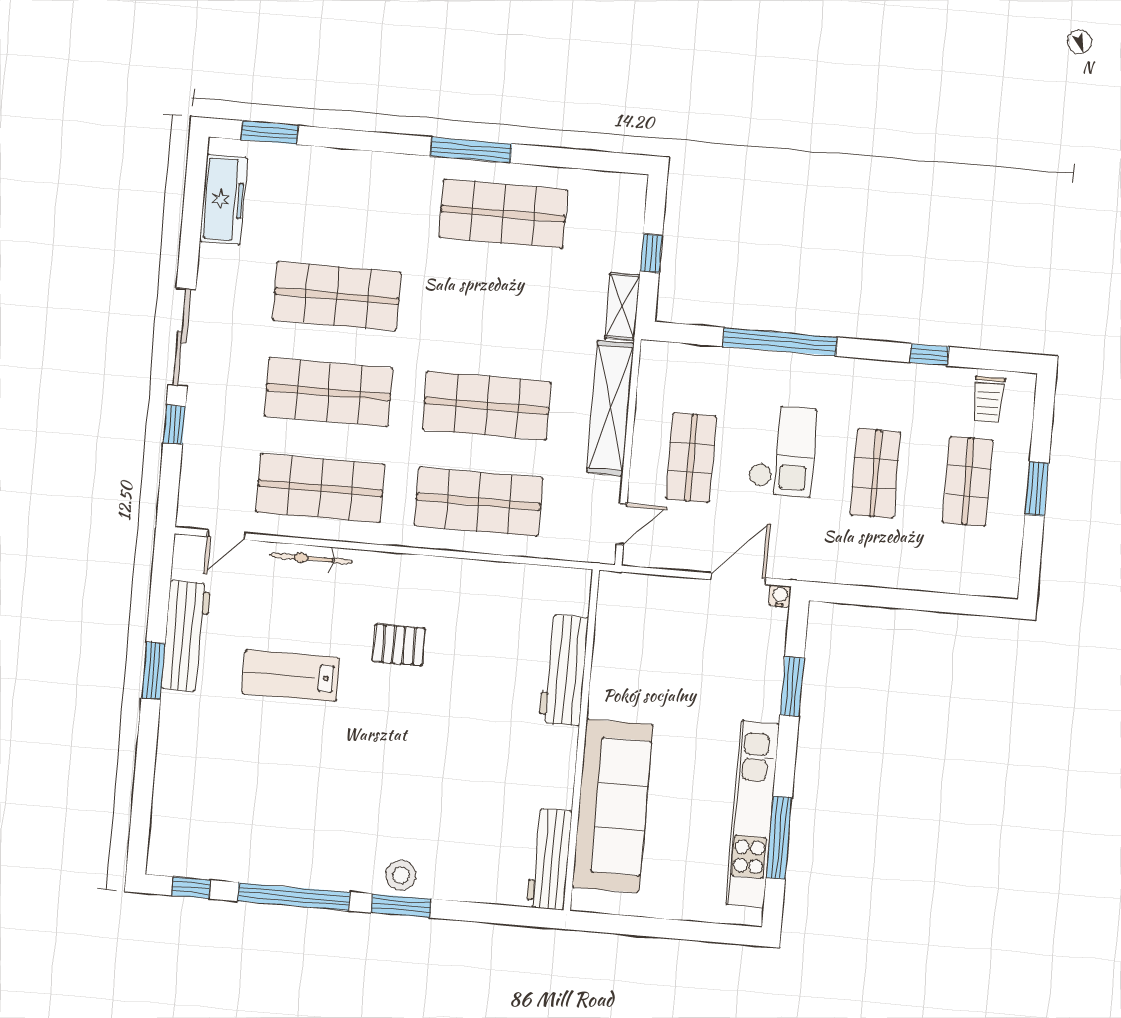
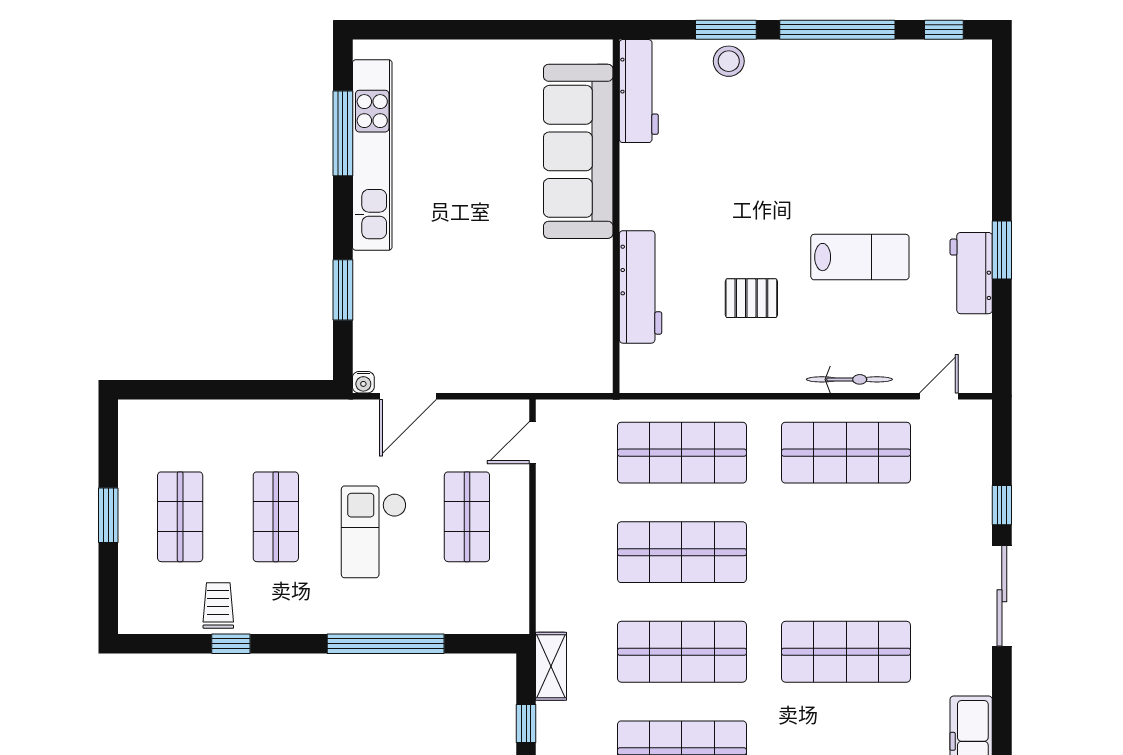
shop shelf: (329, 392) -> (682, 652), moved
trolley: (989, 399) -> (218, 605), moved
shelving: (610, 408) -> (554, 561), removed
workbench: (186, 636) -> (971, 273), width x0.73
workbench: (564, 670) -> (640, 287), moved
wall: (581, 740) -> (616, 216), moved
sofa: (612, 806) -> (578, 151), moved
workbench: (549, 859) -> (639, 91), moved

